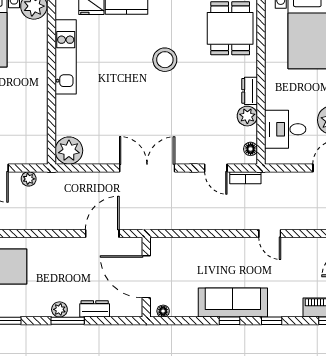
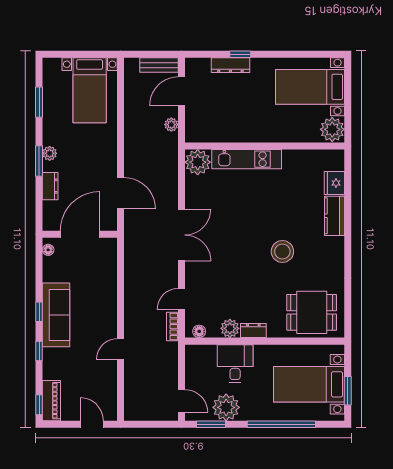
kitchen unit: (66, 57) -> (247, 159), moved
desk: (285, 129) -> (235, 364), moved

